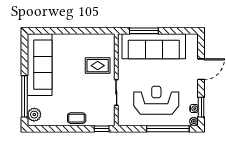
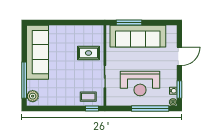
reception desk: (156, 100) -> (140, 84), turned 180
coffee table: (77, 118) -> (88, 97), moved

